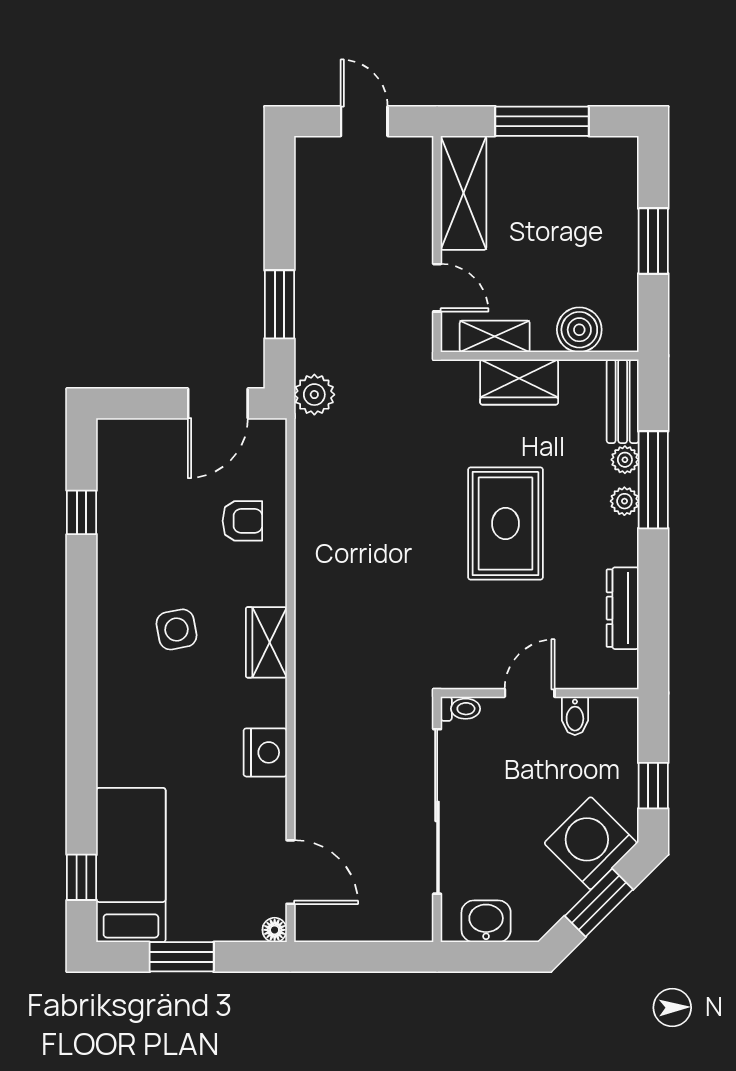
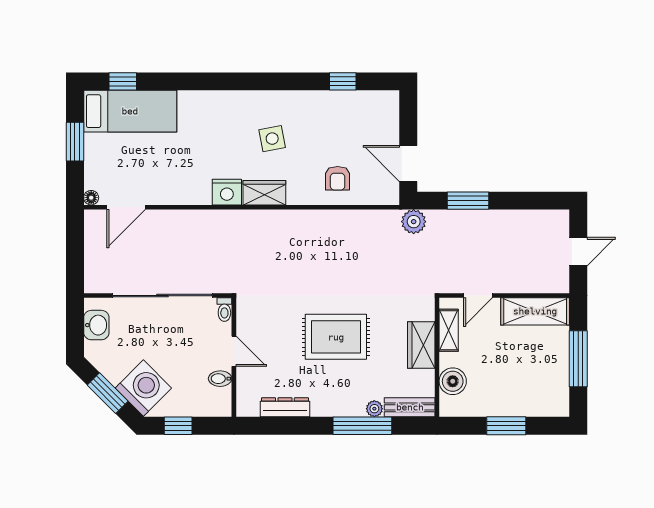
plant: (624, 501) -> (349, 408), removed
nightstand: (265, 752) -> (227, 192), moved

